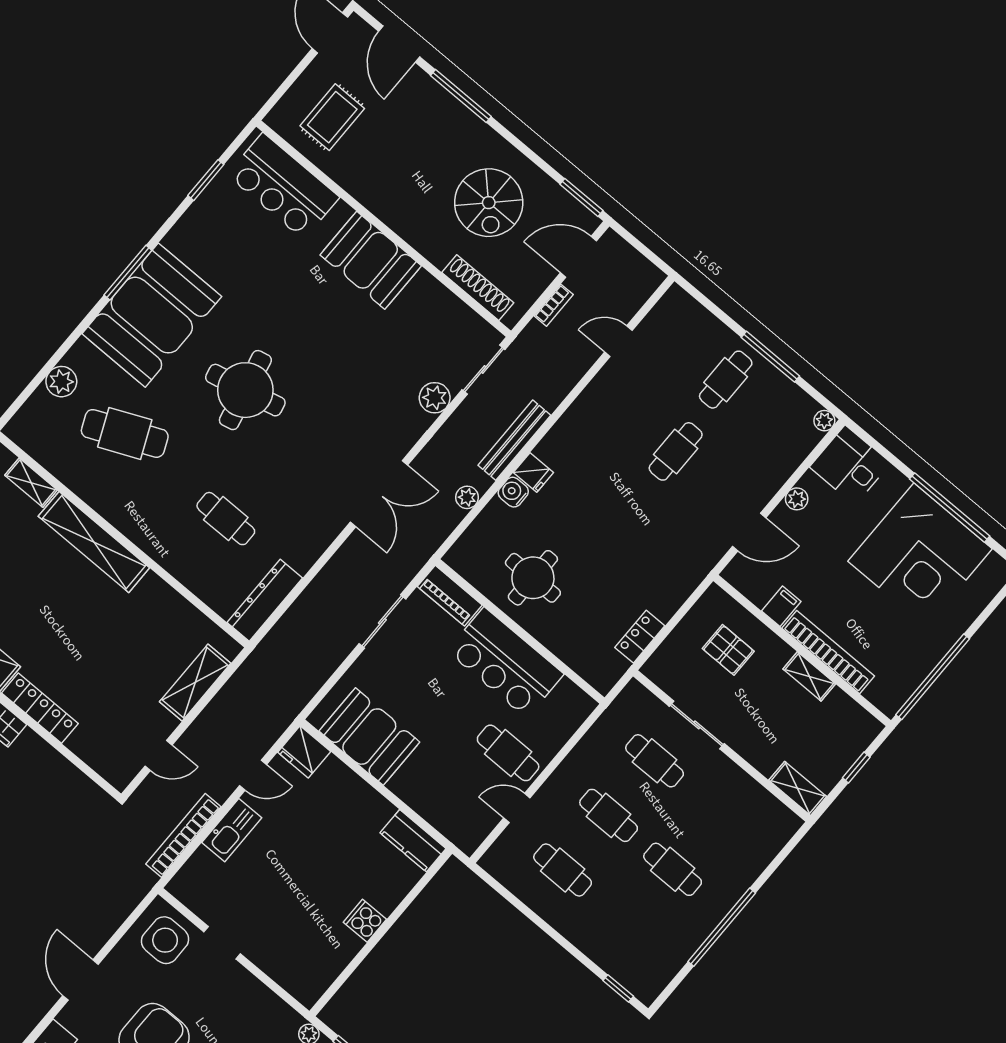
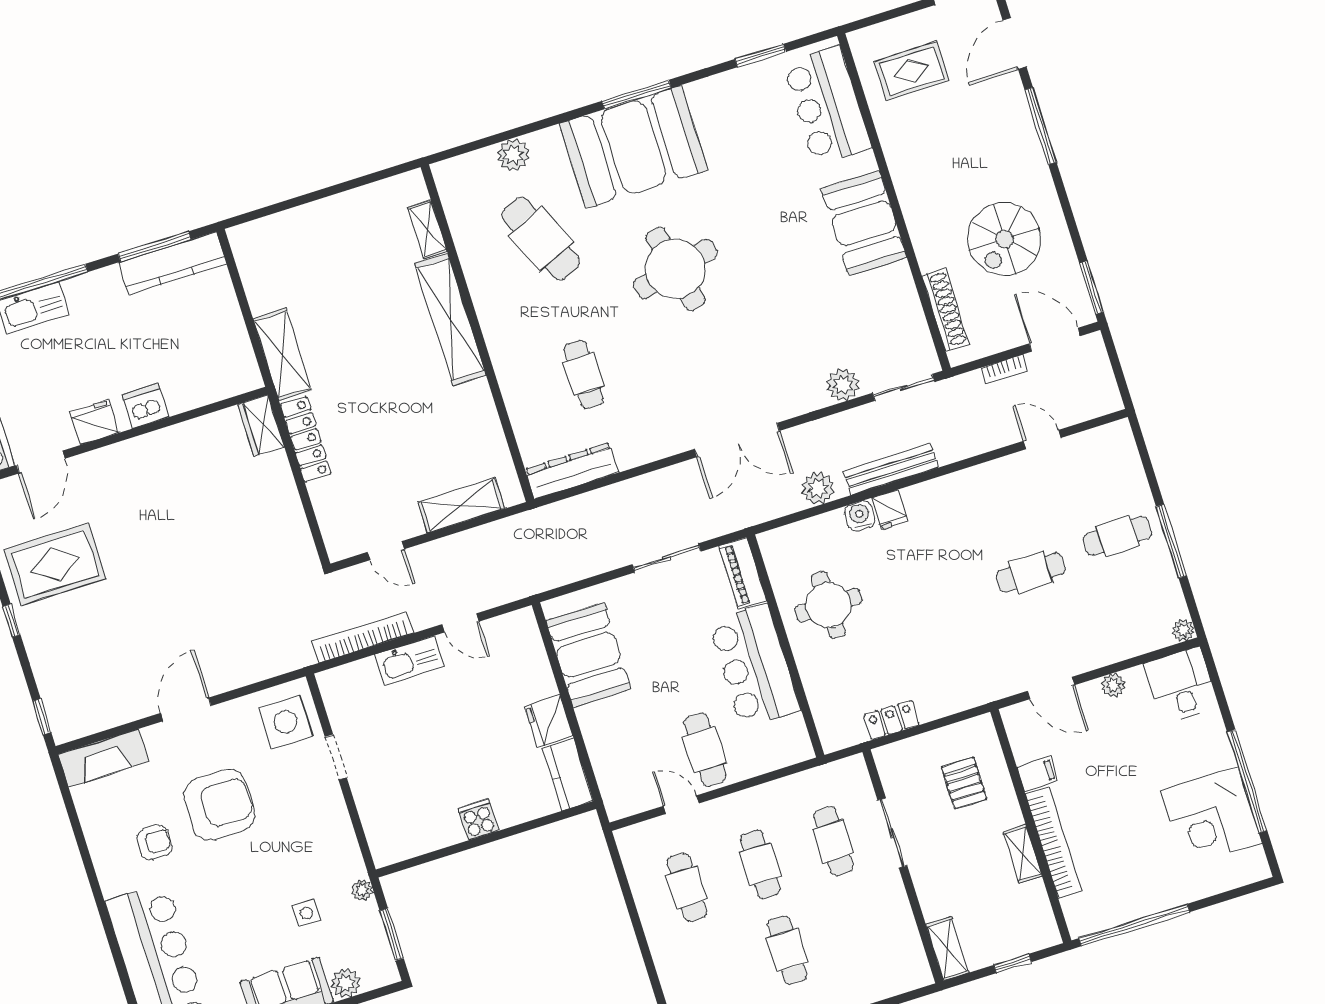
plant: (467, 497) -> (818, 488), width x1.38, depth x1.38
corner desk: (920, 555) -> (1211, 817), width x0.74, depth x0.74
fridge: (304, 752) -> (549, 721), moved

